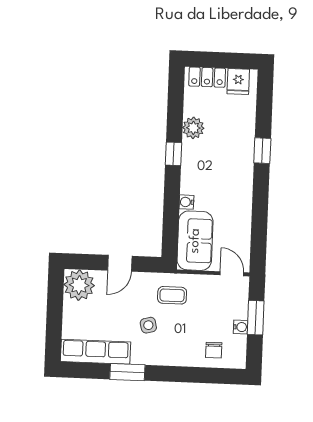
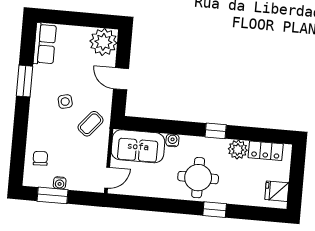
locker: (207, 77) -> (266, 151), moved, turned -90
round table: (227, 171) -> (198, 178), added
coffee table: (172, 295) -> (91, 124), turned 40
window: (256, 318) -> (52, 195), moved
chair: (214, 350) -> (40, 158), turned 87
row of seats: (96, 352) -> (45, 44), width x0.68

